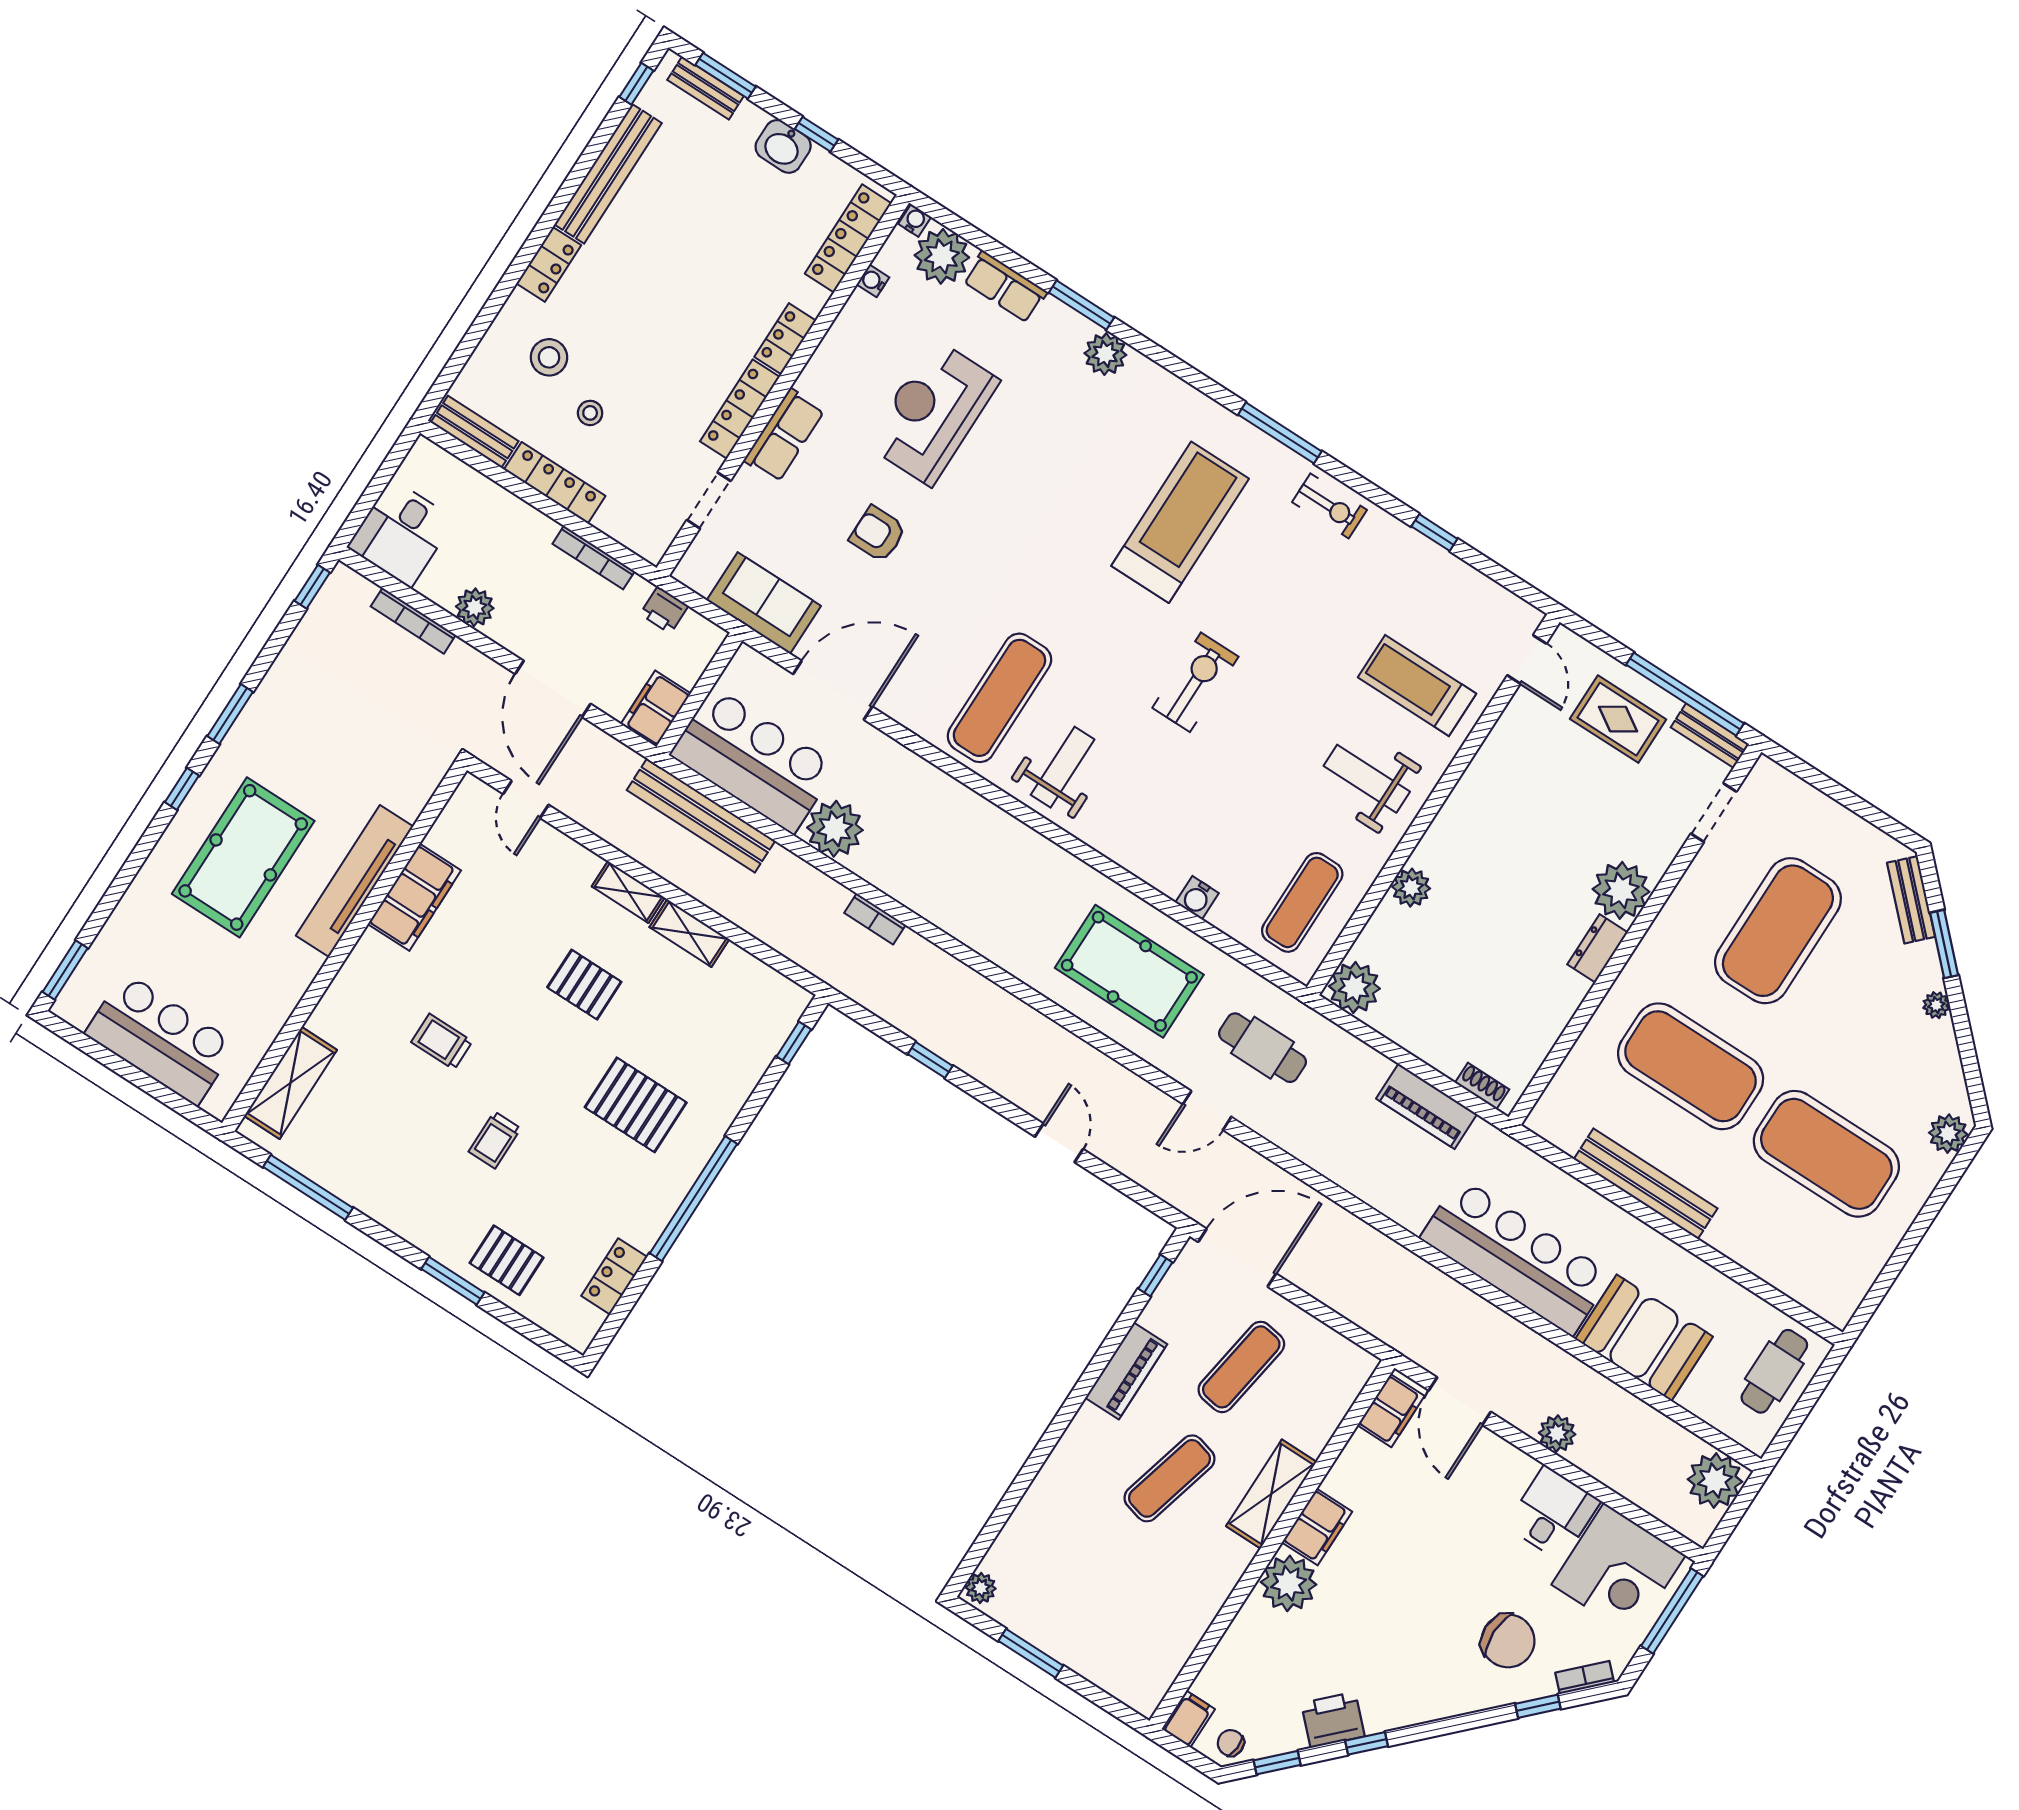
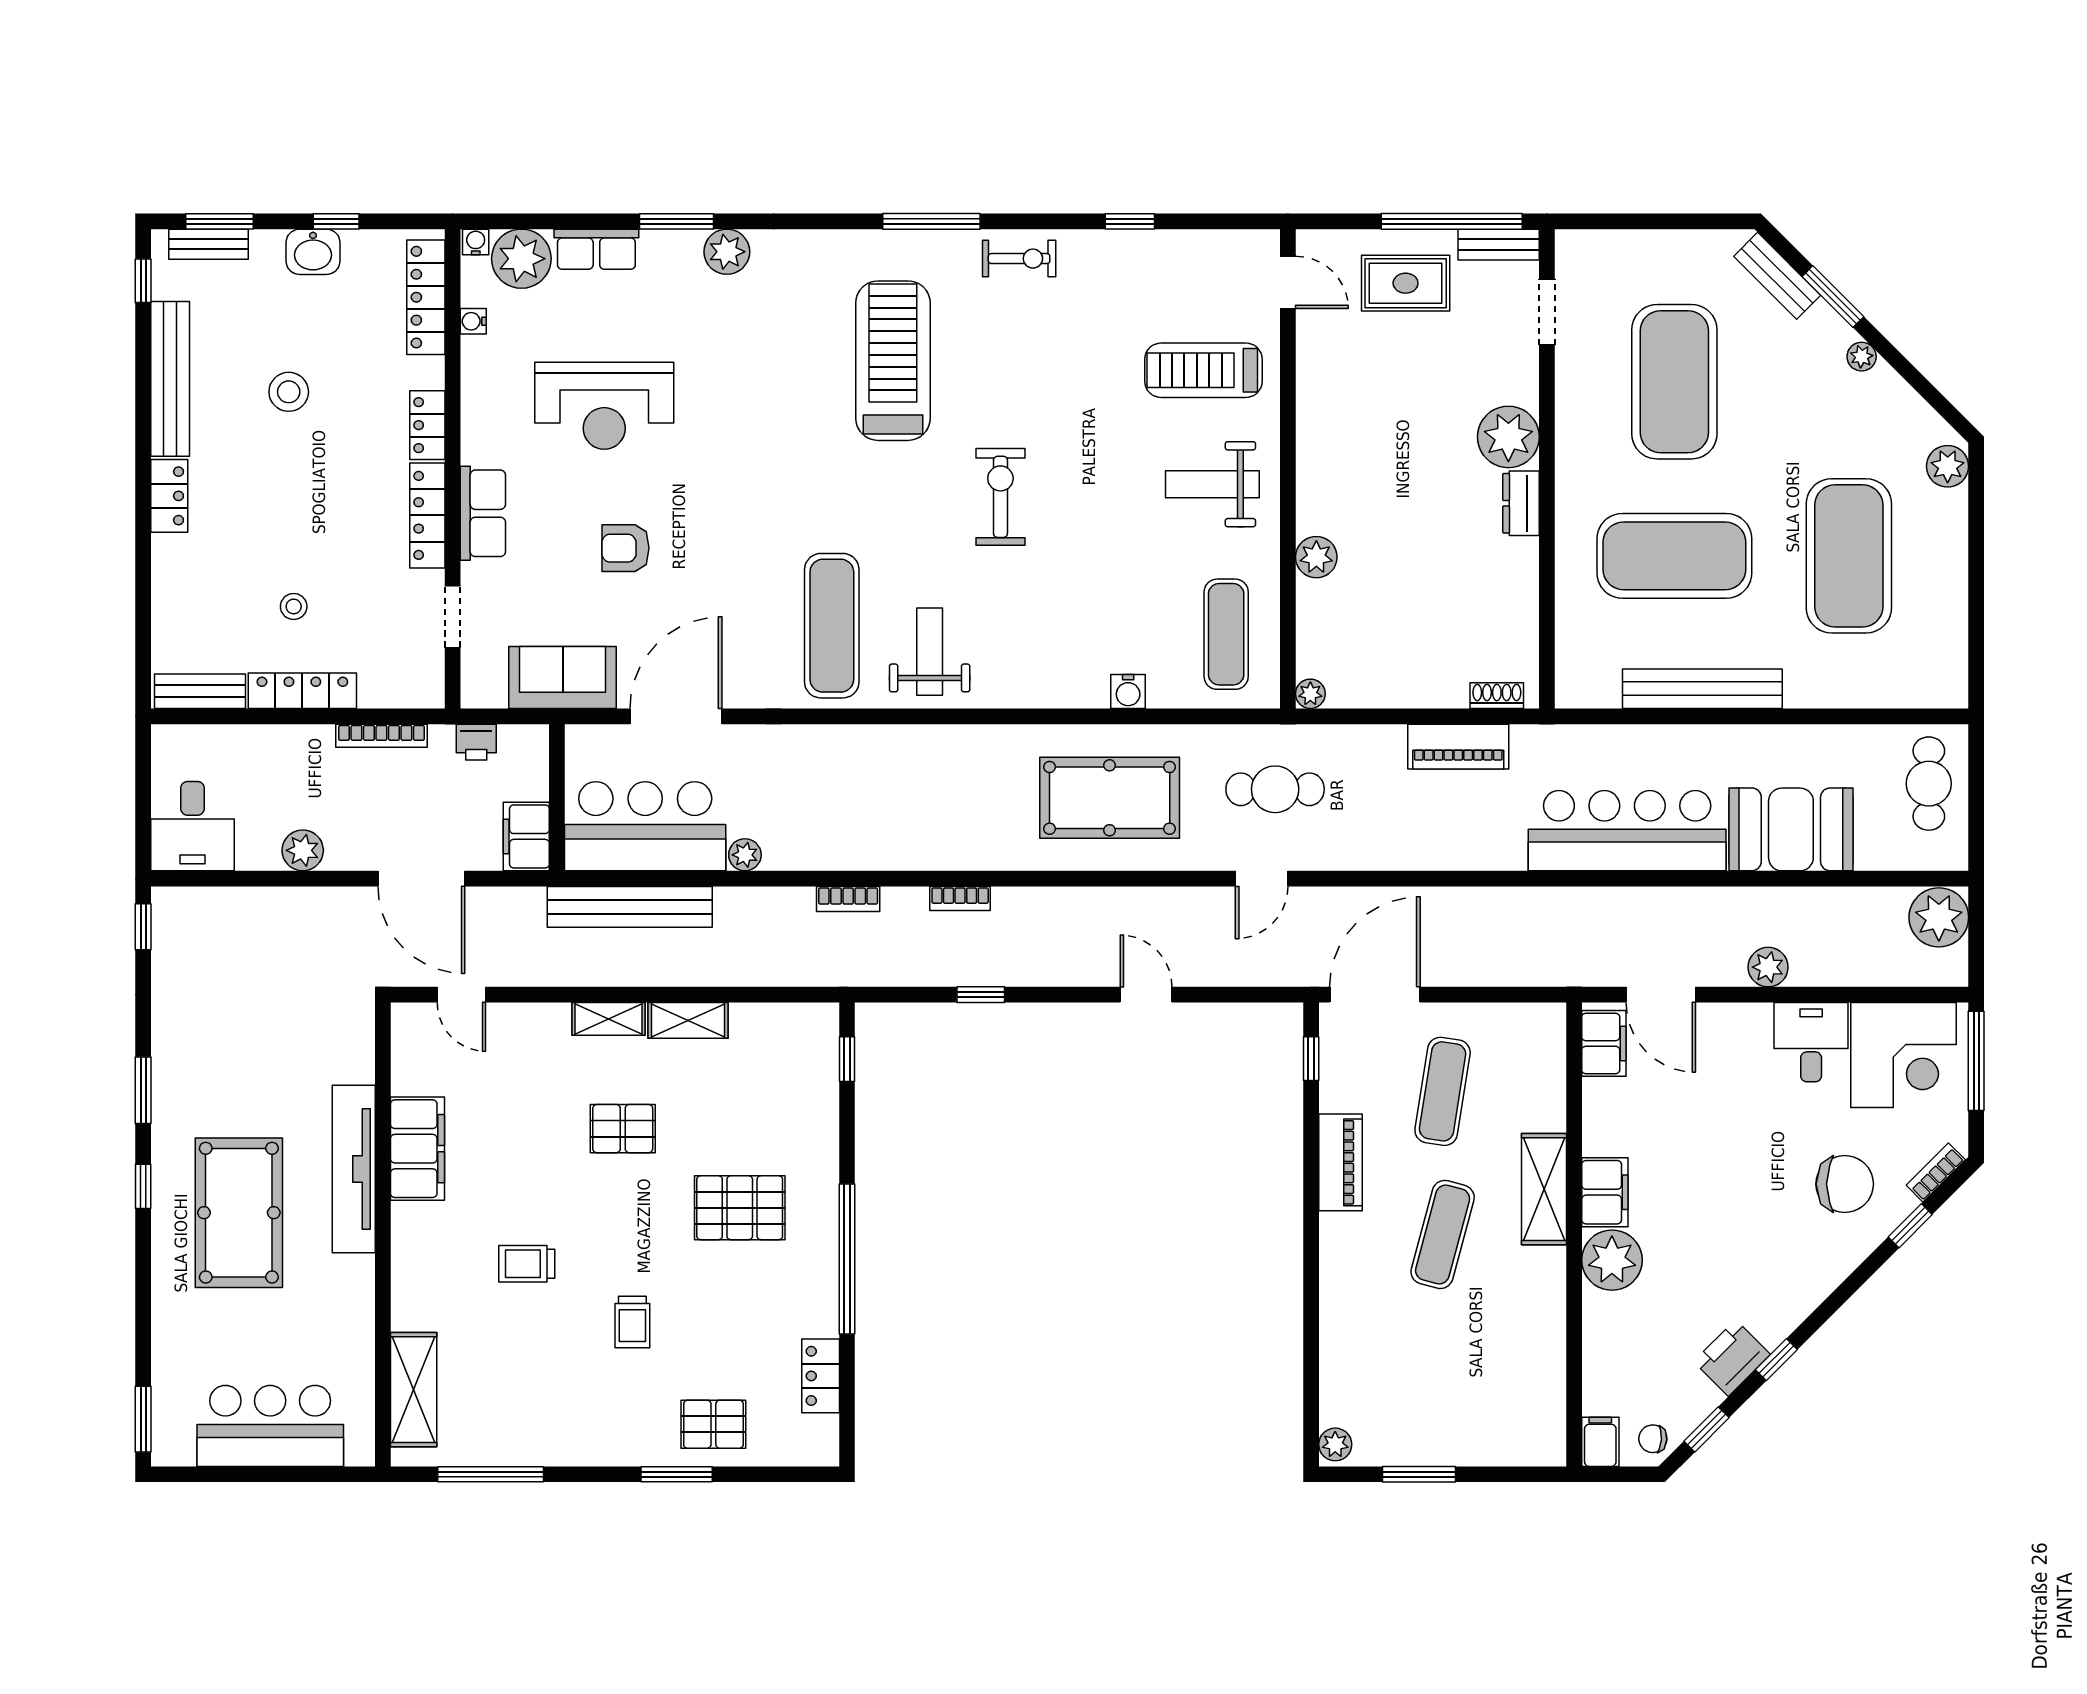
stool: (549, 357) -> (289, 392), moved
reception desk: (933, 412) -> (604, 406), turned -90
bookcase: (413, 621) -> (960, 898), moved, width x0.64
plant: (835, 829) -> (745, 855), width x0.53, depth x0.53
plant: (1354, 987) -> (1310, 694), width x0.53, depth x0.53
exercise mat: (1826, 1154) -> (1849, 556), turned 90

